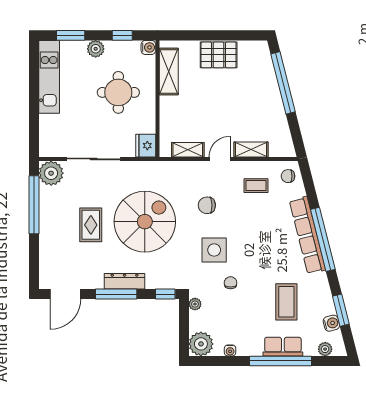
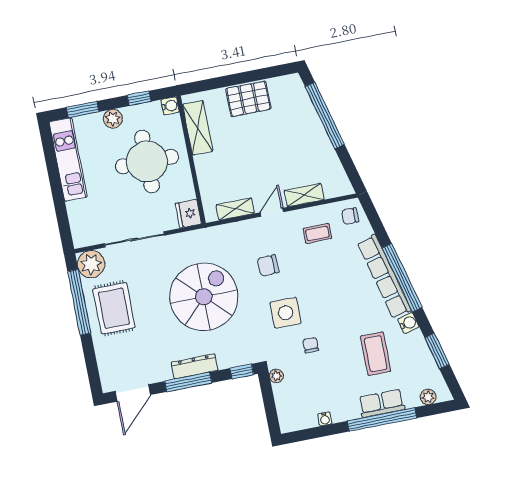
round table: (118, 92) -> (147, 162), width x1.36, depth x1.36
rug: (91, 225) -> (114, 308), moved, width x1.36, depth x1.43
water cooler: (331, 323) -> (408, 323), moved
plant: (201, 344) -> (292, 418), removed

